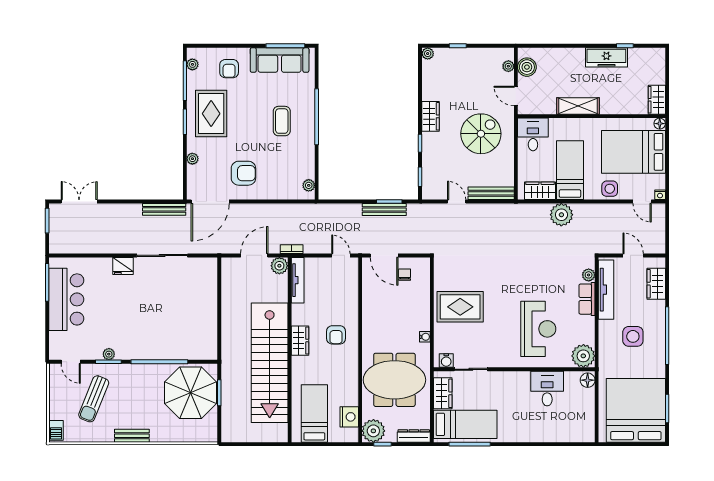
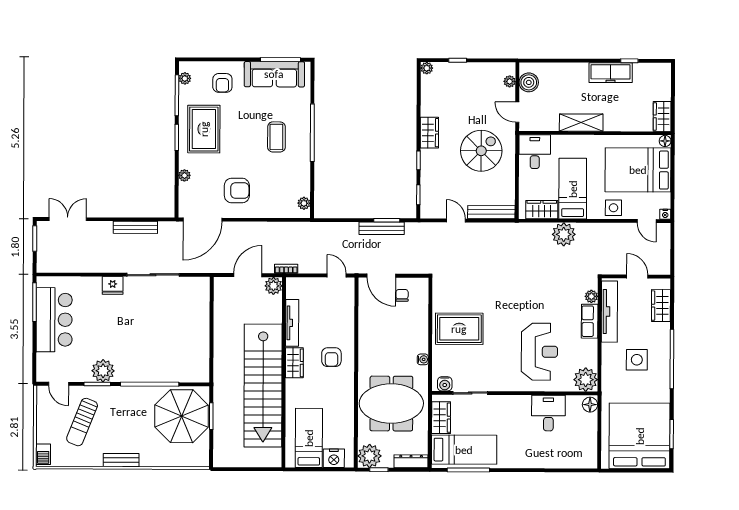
bench: (164, 209) -> (135, 227), moved
tv unit: (298, 280) -> (292, 323), moved
plant: (109, 354) -> (103, 371), width x1.88, depth x1.88
nightstand: (349, 417) -> (334, 458), moved, turned 90

